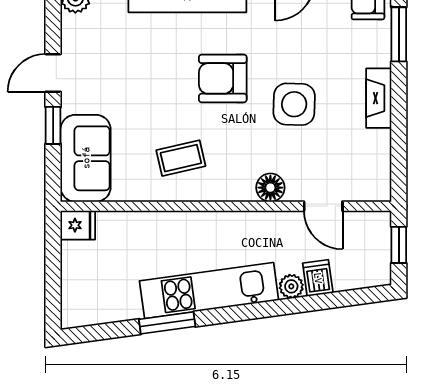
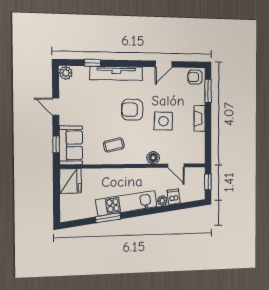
door: (53, 73) -> (56, 107), hinge flipped
window: (53, 125) -> (56, 144), moved
fridge: (78, 225) -> (70, 181), width x1.88, depth x1.34

